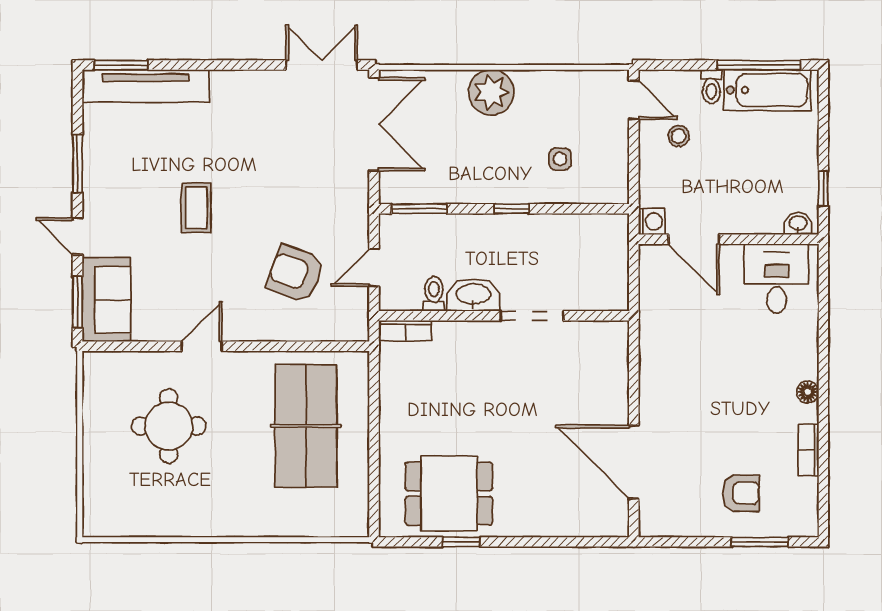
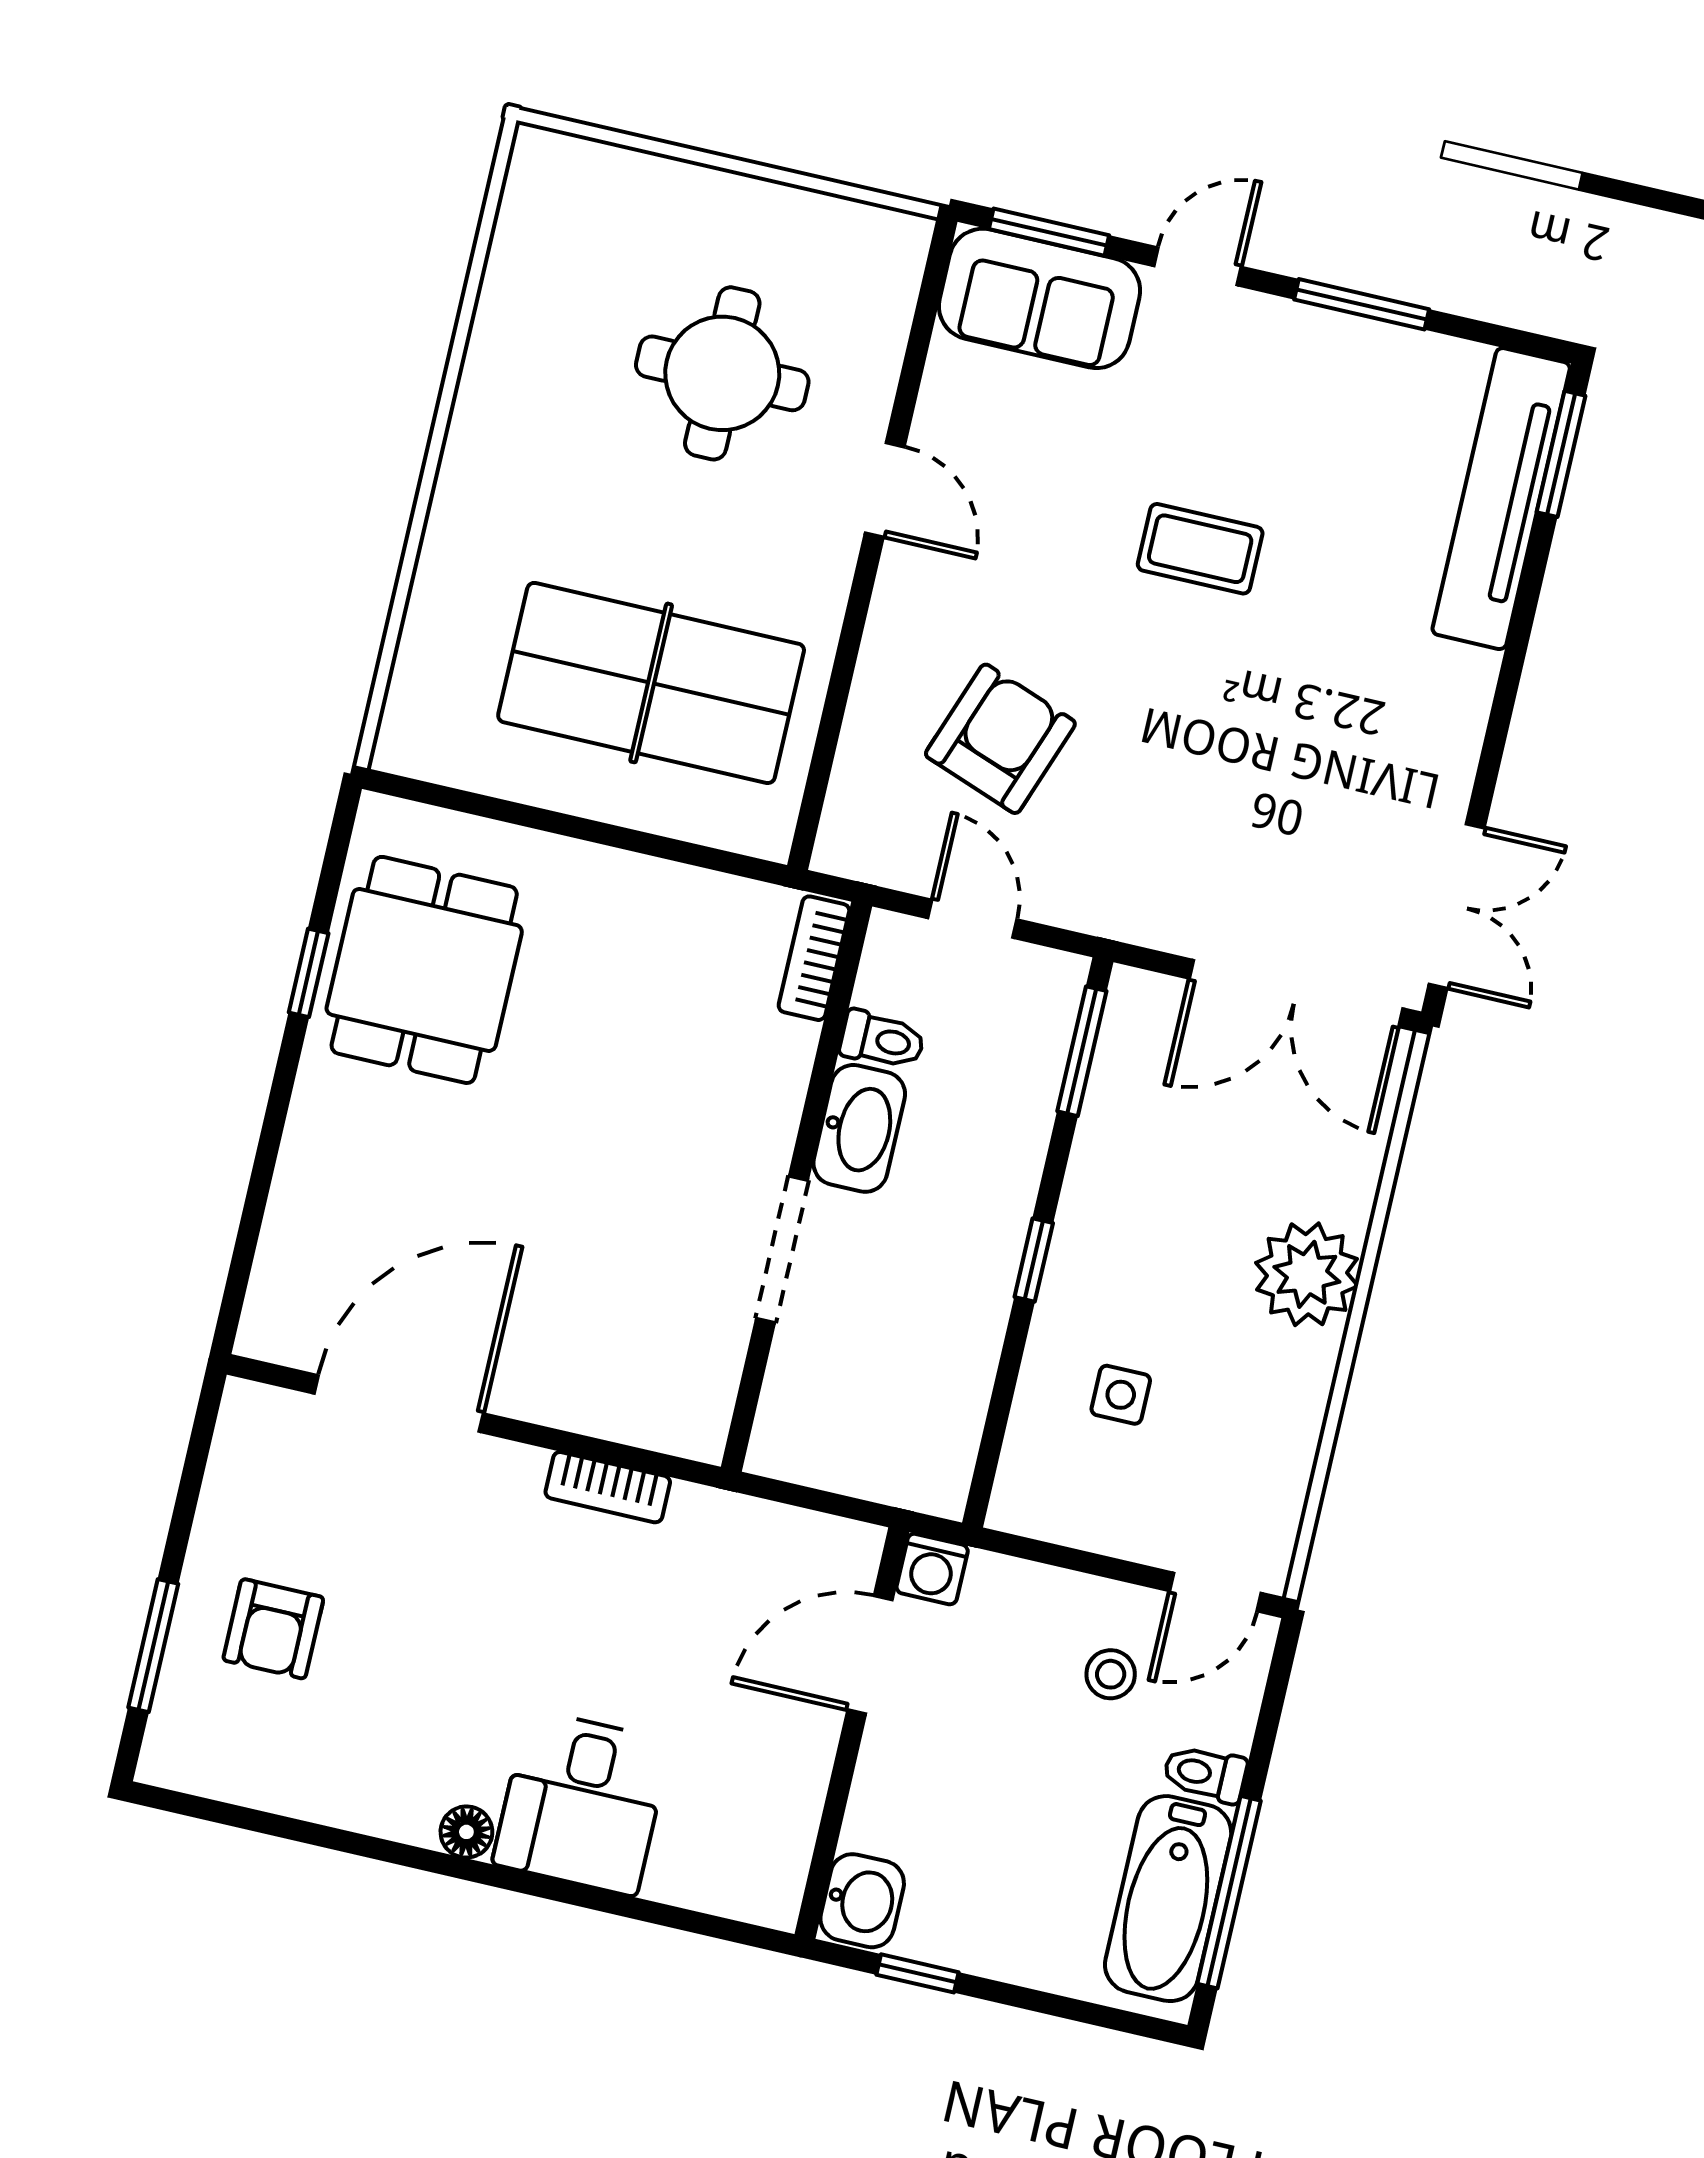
washbasin: (798, 224) -> (862, 1901), width x1.38, depth x1.45
desk: (777, 279) -> (582, 1803), moved, turned 90
bookcase: (808, 450) -> (608, 1487), moved, turned 180

